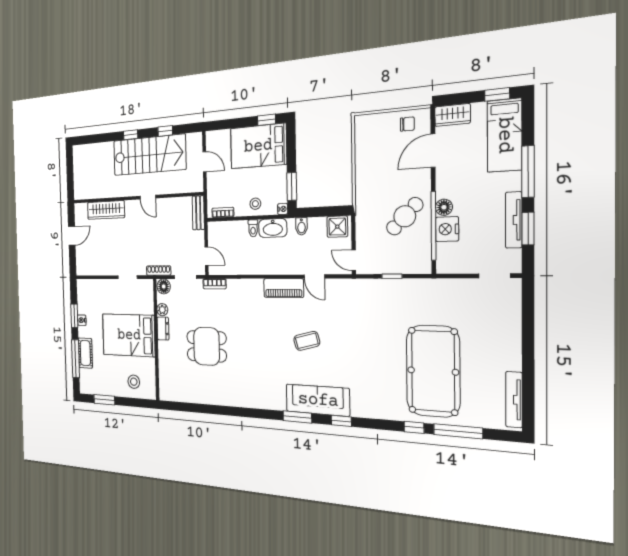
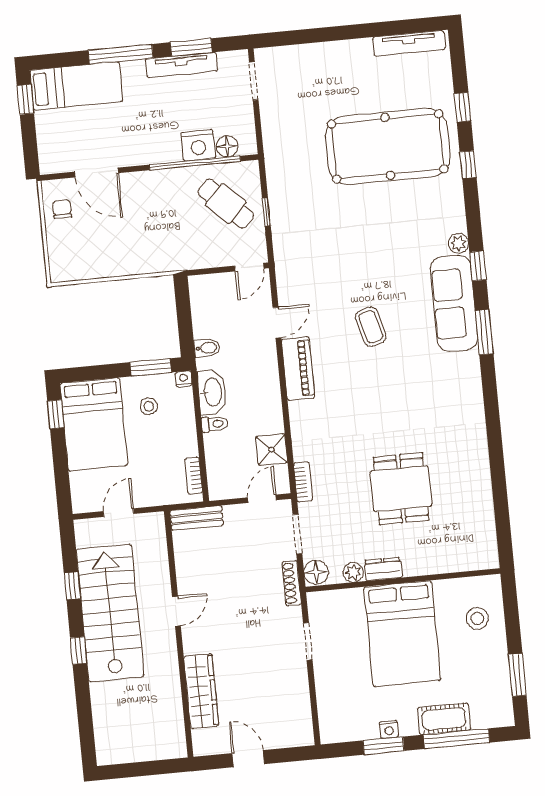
wardrobe: (452, 115) -> (51, 152), removed
stool: (255, 204) -> (149, 406), moved
floor lamp: (444, 207) -> (227, 146), moved
cafe table: (405, 216) -> (226, 204), moved
shower: (337, 227) -> (272, 450), moved
plant: (358, 410) -> (458, 243), added
window: (458, 431) -> (463, 107), width x0.46

